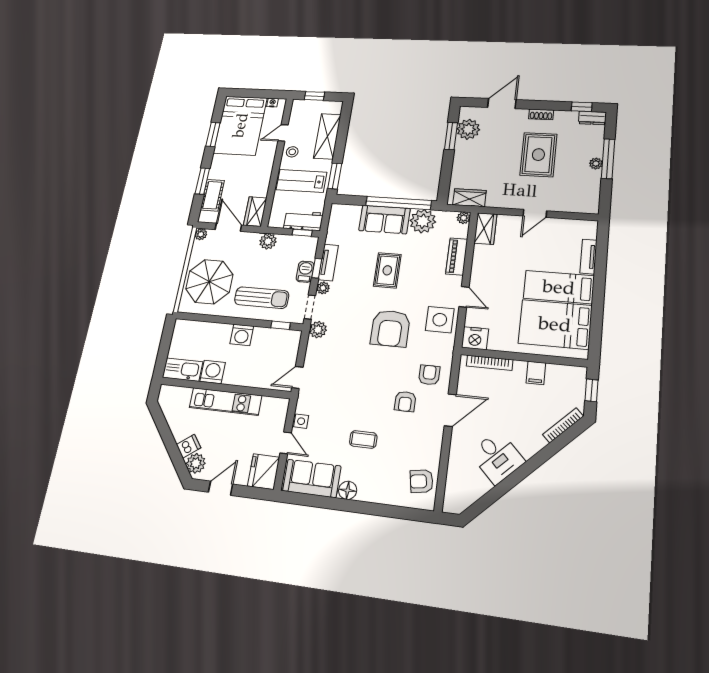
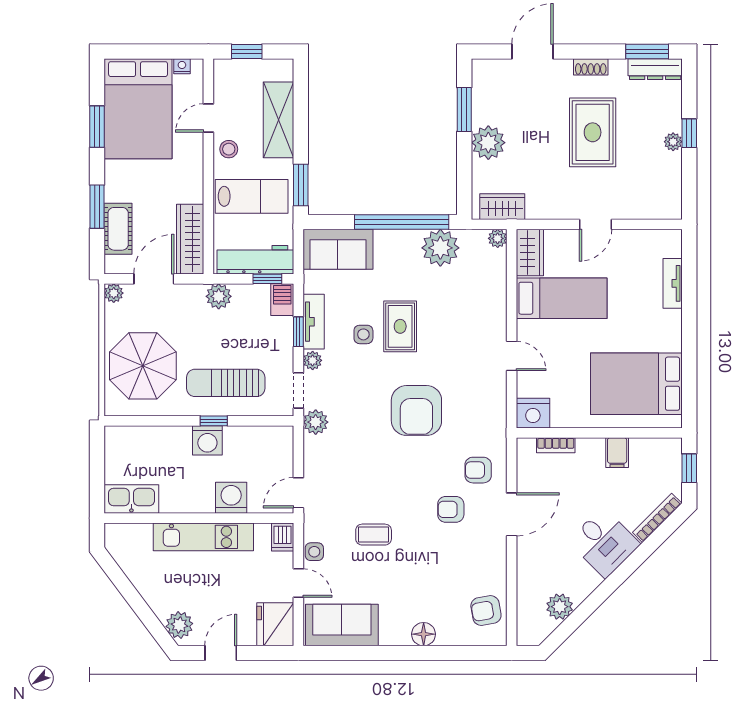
window: (582, 107) -> (647, 51), width x1.50
dresser: (592, 118) -> (655, 69), width x1.44
plant: (468, 129) -> (488, 143), moved
window: (608, 159) -> (689, 133), width x0.46
lab bench: (302, 181) -> (252, 196), turned 180
wardrobe: (255, 212) -> (190, 239), width x1.50
sofa: (384, 220) -> (338, 249), moved
workbench: (303, 221) -> (255, 260), width x1.38
door: (228, 227) -> (154, 279), hinge flipped
piano: (457, 256) -> (495, 298), removed
barbecue: (305, 272) -> (282, 300), moved
bed: (559, 287) -> (562, 298), moved, turned 180
sun lounger: (262, 298) -> (226, 383), turned 180
side table: (440, 320) -> (363, 334), moved, width x0.54, depth x0.54
window: (281, 325) -> (214, 421), moved
bookcase: (490, 363) -> (556, 445), width x0.64
washing machine: (213, 372) -> (231, 498), moved
armchair: (429, 375) -> (478, 470), turned -90
armchair: (405, 401) -> (451, 509), turned 90
coffee table: (363, 439) -> (374, 535), moved
dishwasher: (188, 446) -> (283, 537), moved, turned 127
desk: (497, 457) -> (604, 543), moved
plant: (479, 485) -> (560, 607), added
floor lamp: (348, 490) -> (424, 634), moved

